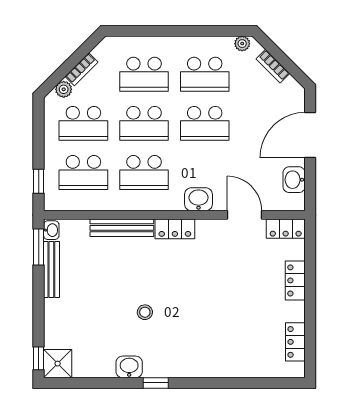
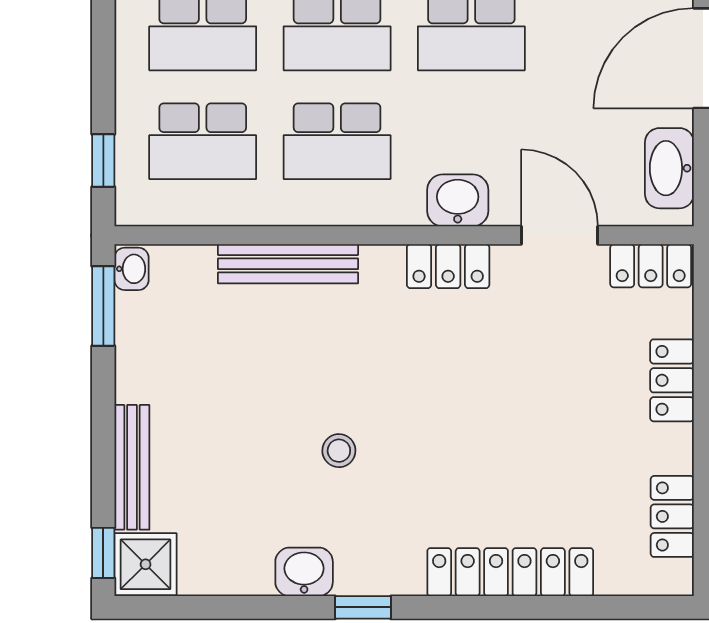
washbasin: (294, 180) -> (669, 168), width x1.38
locker: (175, 229) -> (448, 266), moved
bench: (51, 269) -> (132, 467), moved
locker: (222, 367) -> (510, 572), added

